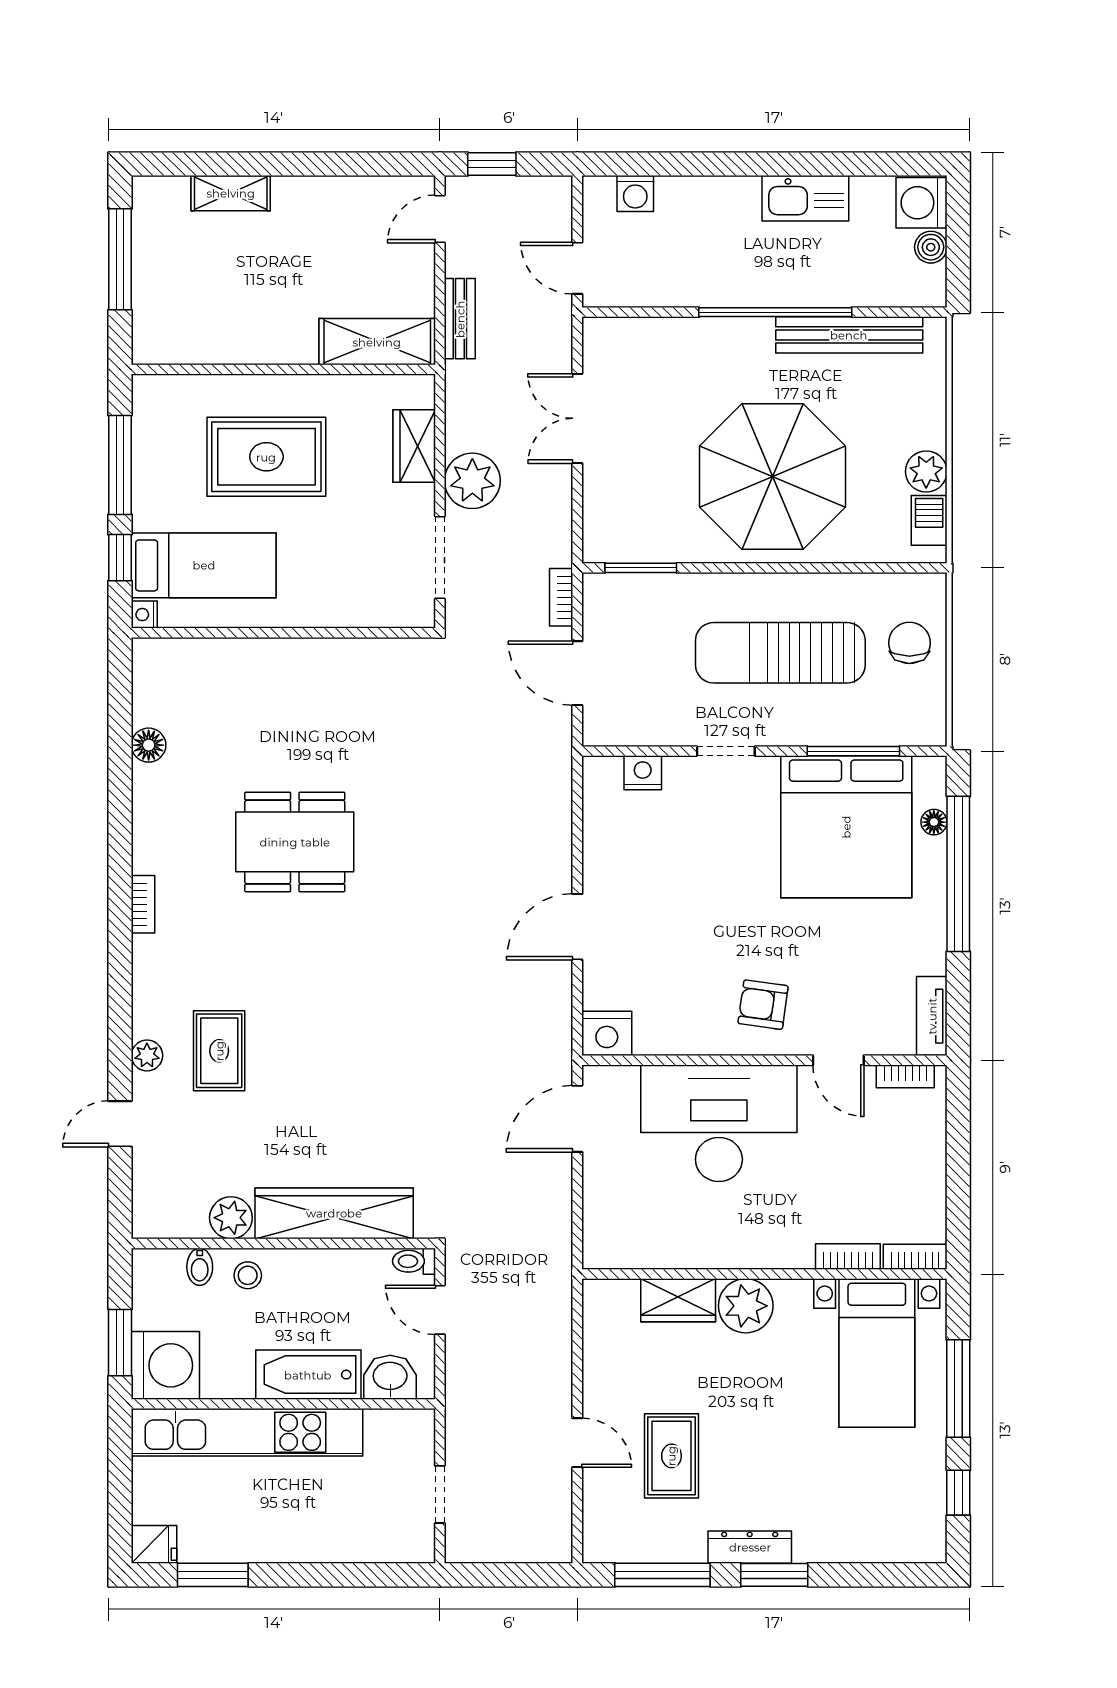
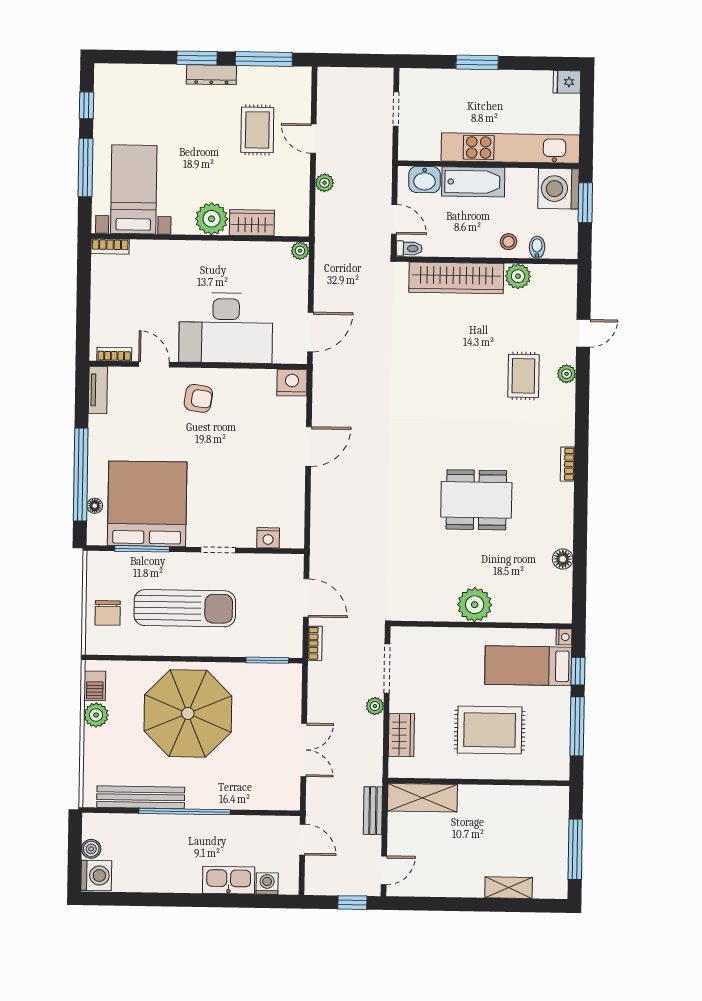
kitchen sink: (805, 198) -> (229, 880), moved
plant: (472, 481) -> (375, 706), width x0.53, depth x0.53
plant: (295, 666) -> (475, 605), added
plant: (597, 1255) -> (300, 251), added
bookcase: (848, 1257) -> (150, 247), removed
plant: (557, 1369) -> (324, 183), added
window: (213, 1575) -> (477, 62), moved

